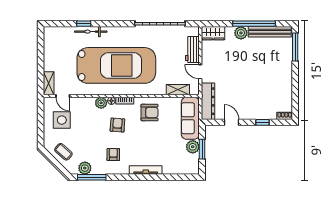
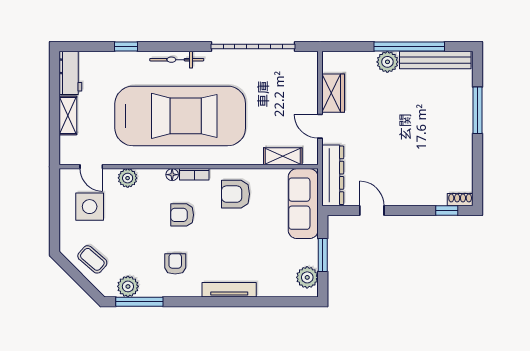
bicycle: (91, 32) -> (177, 60), moved
wardrobe: (213, 33) -> (333, 93), moved, turned -90
window: (295, 47) -> (477, 110), moved
workbench: (192, 50) -> (70, 73), moved, turned 180
shelving: (49, 83) -> (68, 116), moved
plant: (101, 103) -> (128, 178), moved
armchair: (150, 112) -> (235, 194), turned 180
window: (262, 122) -> (447, 210), moved
armchair: (117, 125) -> (182, 215), turned -94
plant: (193, 147) -> (307, 277), moved

